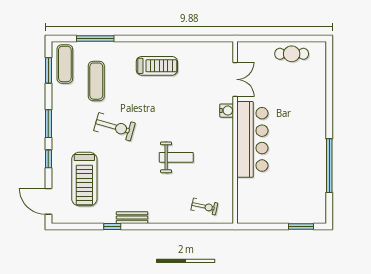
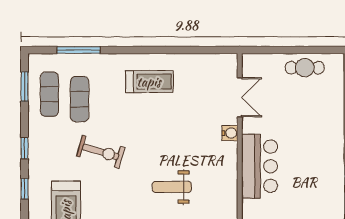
exercise mat: (65, 64) -> (49, 94), moved
window: (48, 124) -> (25, 148), width x0.67
bar counter: (252, 139) -> (260, 166), width x0.73
weight bench: (176, 157) -> (172, 187), turned 180

